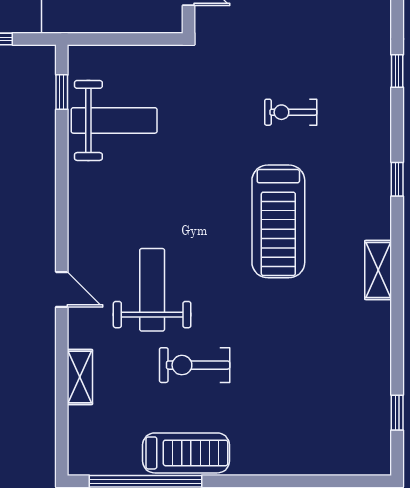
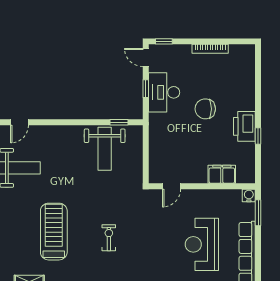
treadmill: (278, 221) -> (54, 232), turned 90

